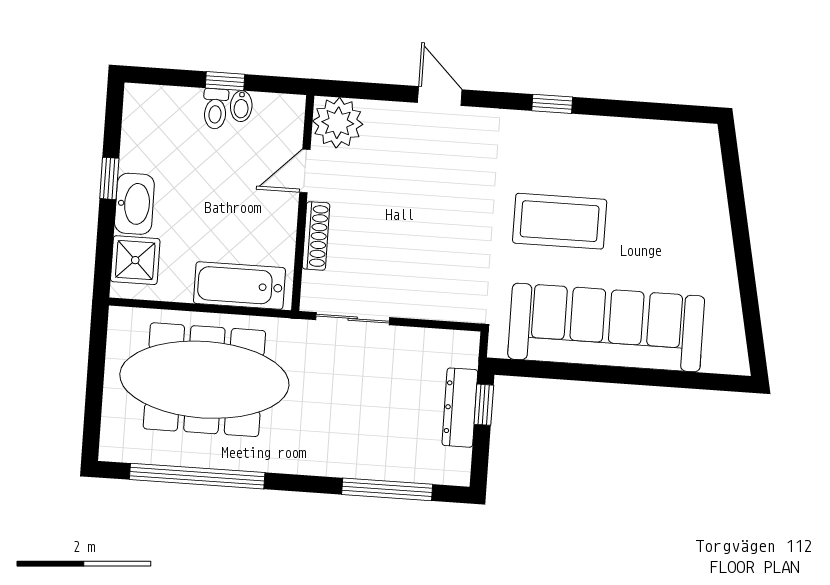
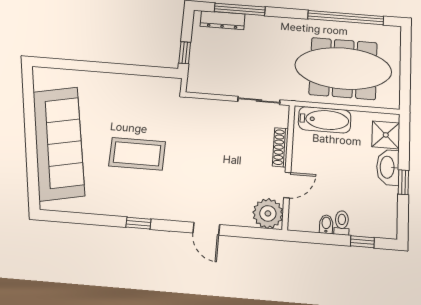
window: (225, 81) -> (362, 242), moved
sofa: (606, 327) -> (59, 143), moved, turned -102
dresser: (460, 408) -> (223, 20), moved, turned 90

